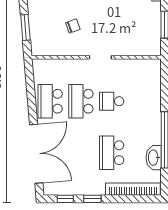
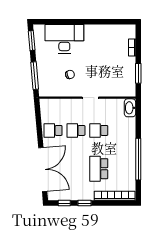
window: (25, 27) -> (35, 76), width x1.44
school desk: (50, 101) -> (53, 130), width x0.54
school desk: (81, 101) -> (76, 130), width x0.54
washbasin: (154, 158) -> (130, 108), moved

